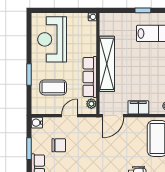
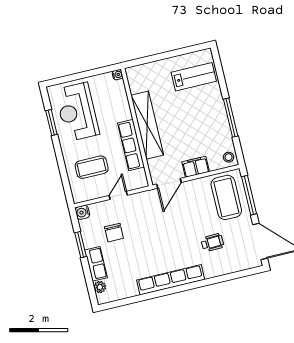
window: (143, 10) -> (174, 53), removed
window: (29, 75) -> (51, 123), moved
plant: (91, 104) -> (140, 176), removed
chair: (59, 145) -> (114, 233), turned 90

